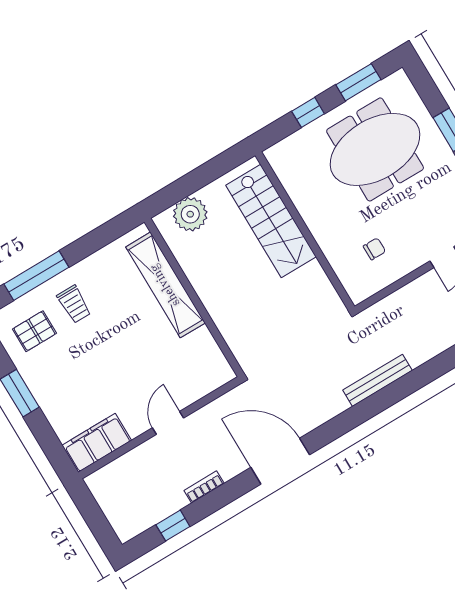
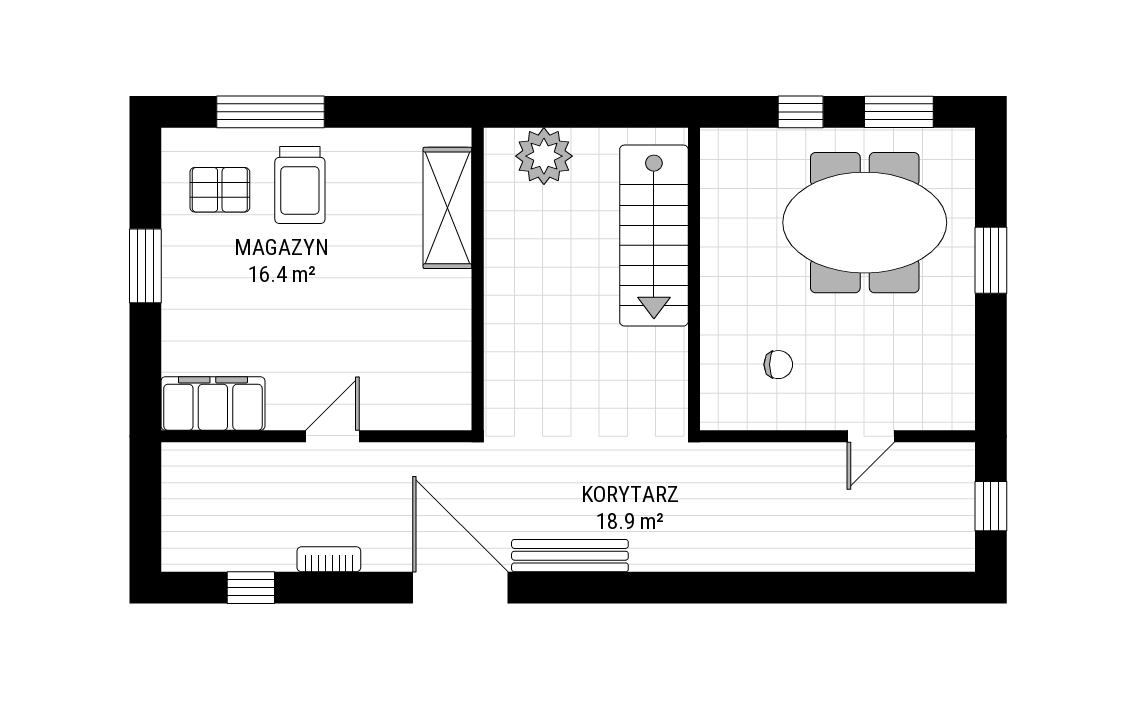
shelving: (165, 285) -> (447, 208), width x0.68
trolley: (74, 304) -> (300, 185), width x1.36, depth x1.39
bench: (377, 380) -> (570, 556), moved

